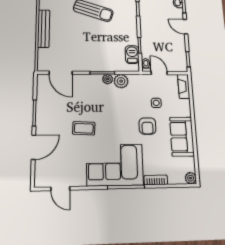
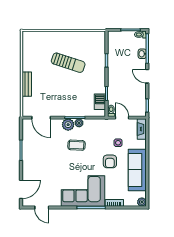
bench: (44, 29) -> (27, 84), width x0.73
plant: (121, 81) -> (68, 125), moved
coffee table: (84, 128) -> (76, 145), moved
sofa: (182, 136) -> (137, 170), width x1.36
door: (33, 147) -> (21, 189), moved

